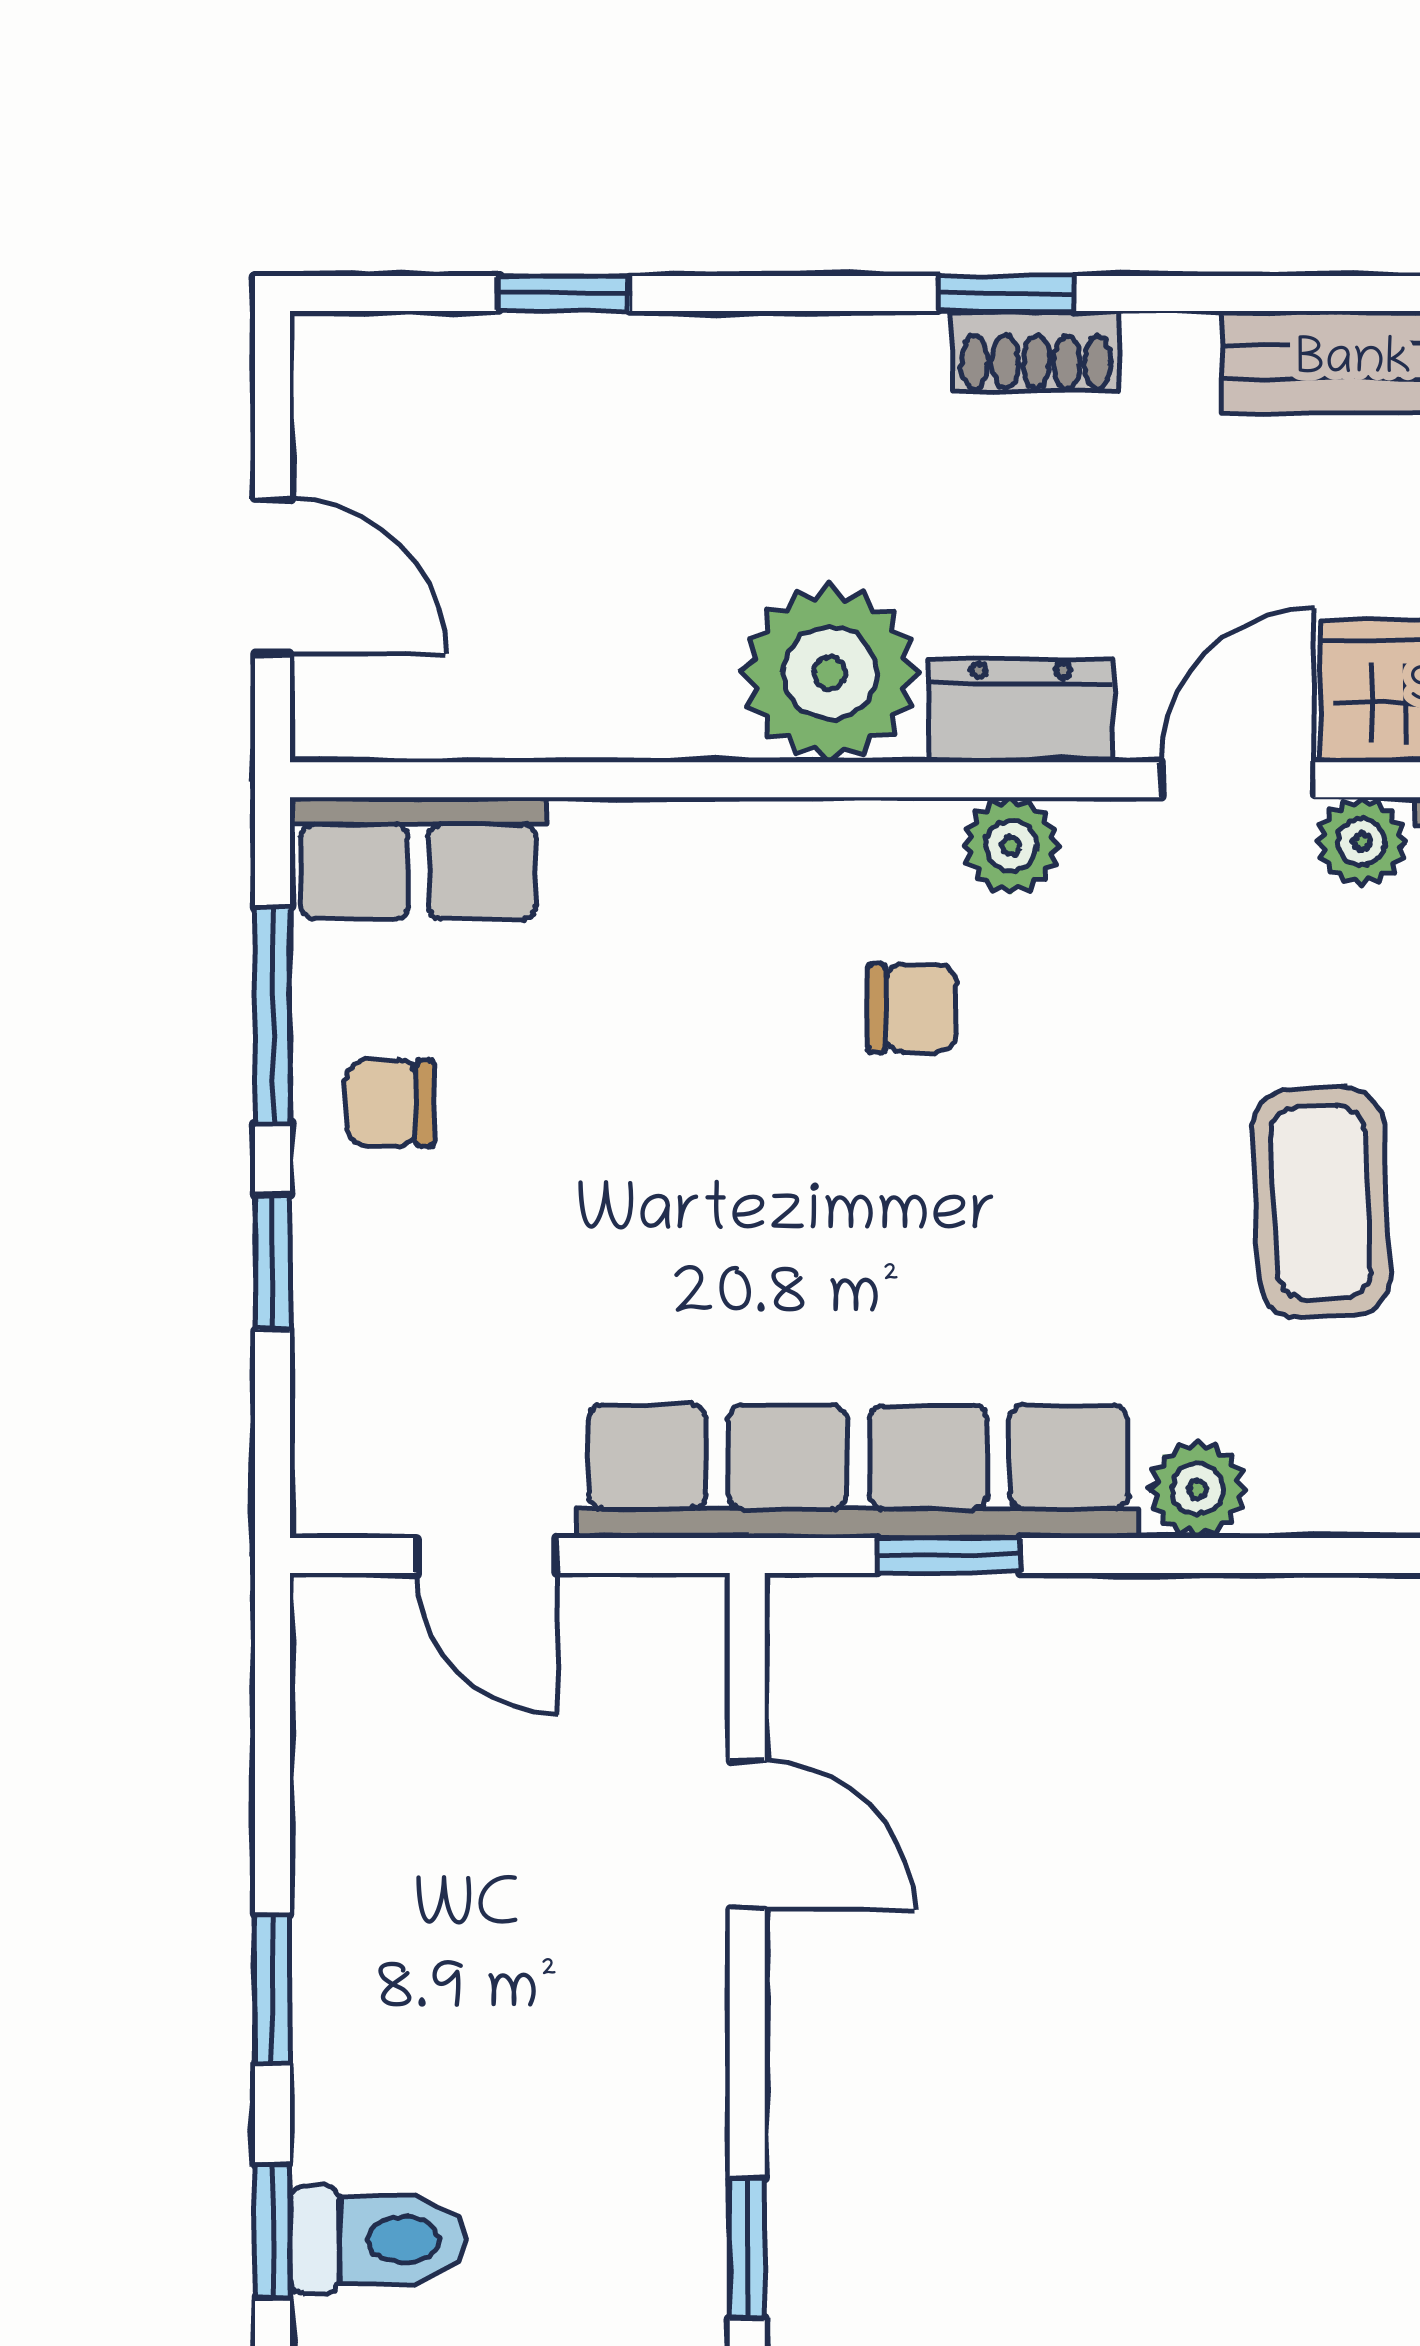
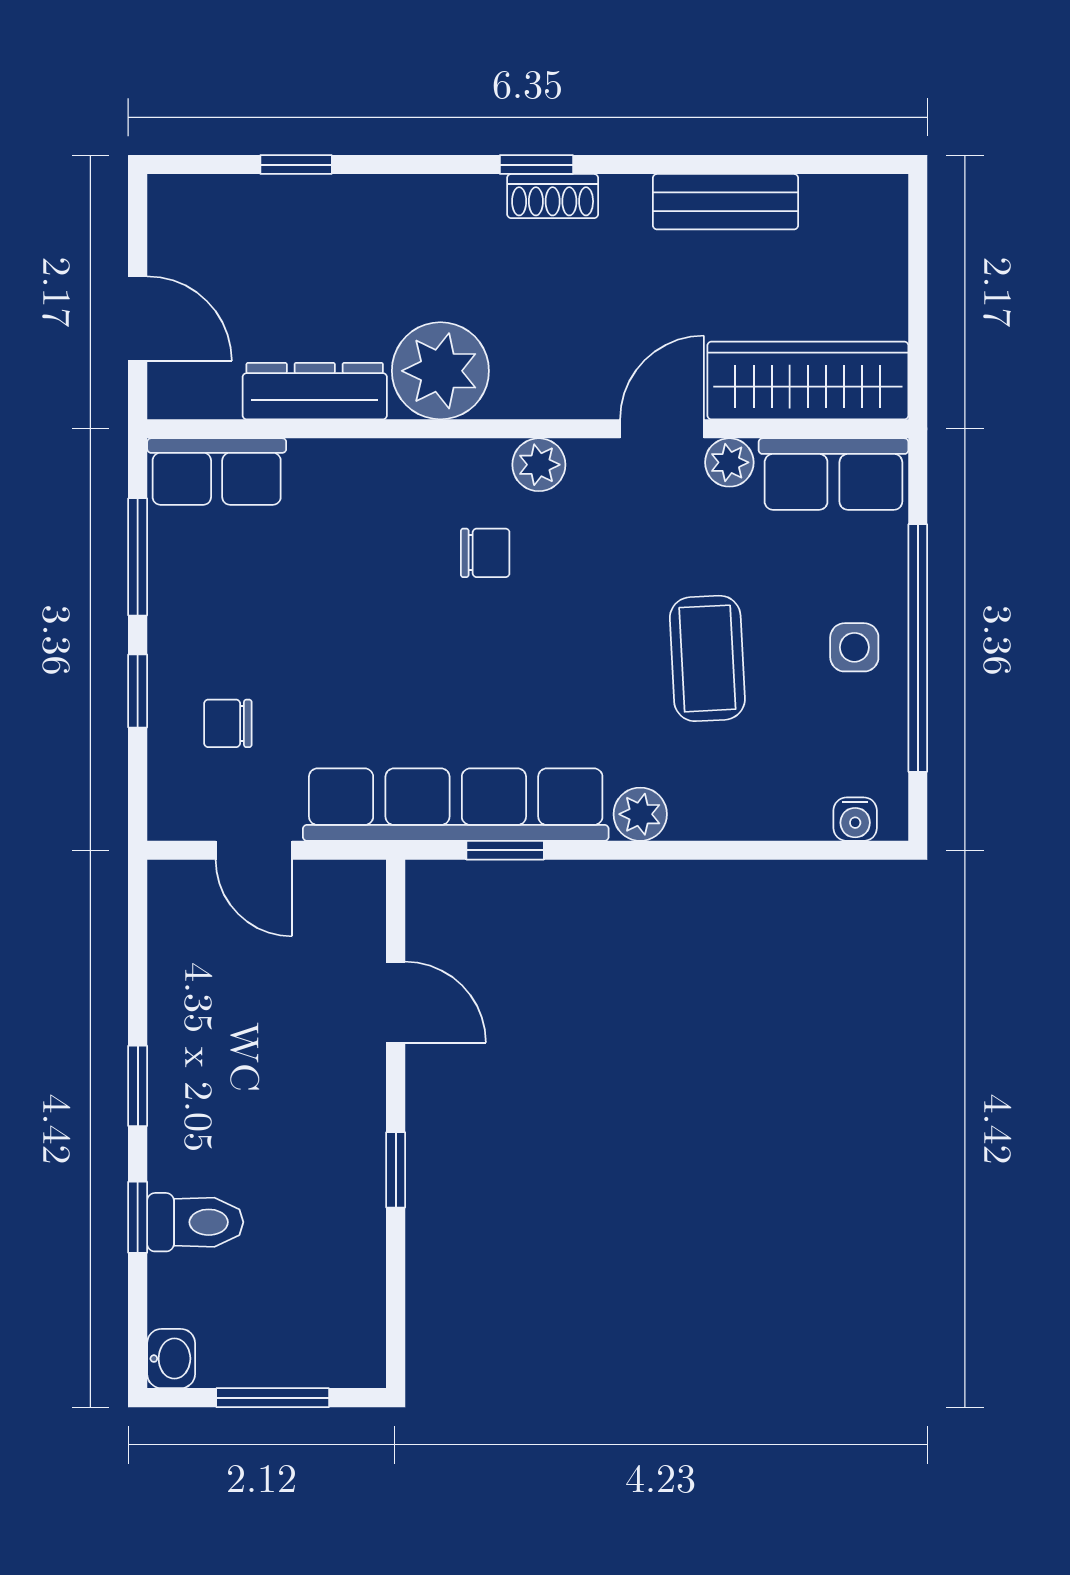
dresser: (1021, 710) -> (315, 391), moved, width x1.44
chair: (390, 1103) -> (228, 723), moved
window: (747, 2248) -> (396, 1170), moved

